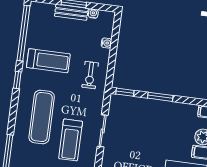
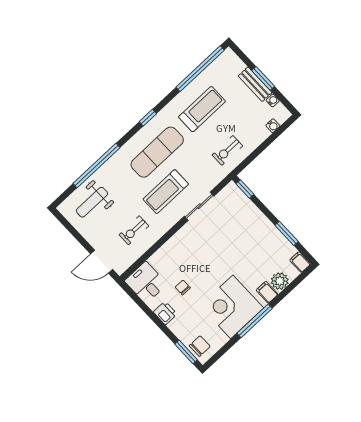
water cooler: (106, 43) -> (273, 126), moved
treadmill: (48, 61) -> (202, 109), turned -90
window: (17, 80) -> (148, 118), moved
window: (160, 97) -> (287, 233), moved

